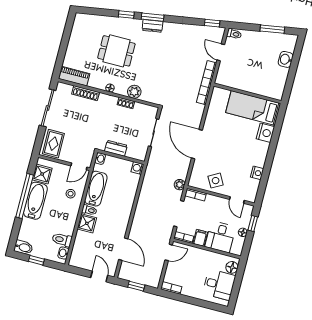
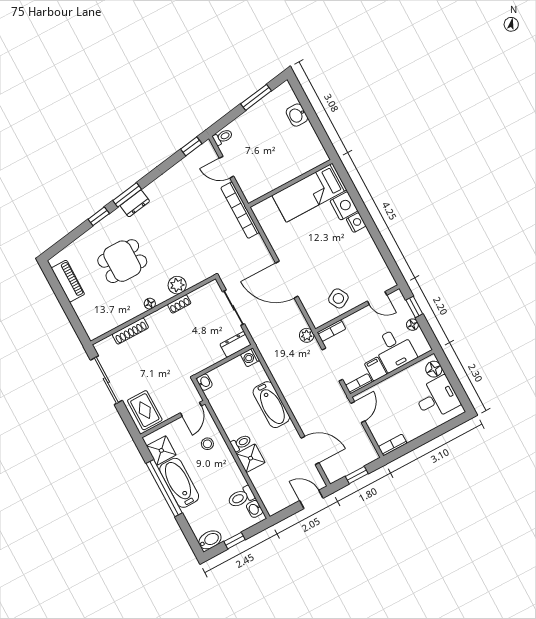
piano: (74, 76) -> (68, 281), moved, turned 90
dresser: (116, 148) -> (235, 344), moved
nightstand: (257, 173) -> (356, 223), moved
bathtub: (96, 189) -> (271, 405), moved, turned 180

